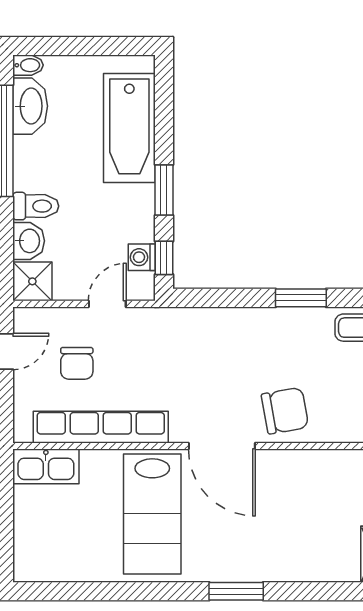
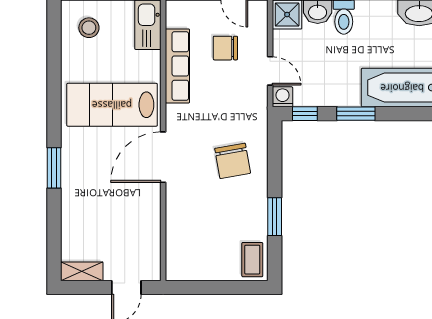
washing machine: (142, 257) -> (283, 97), moved
chair: (285, 411) -> (233, 161), moved
row of seats: (101, 427) -> (177, 66), width x0.73
stool: (50, 545) -> (89, 28), added

